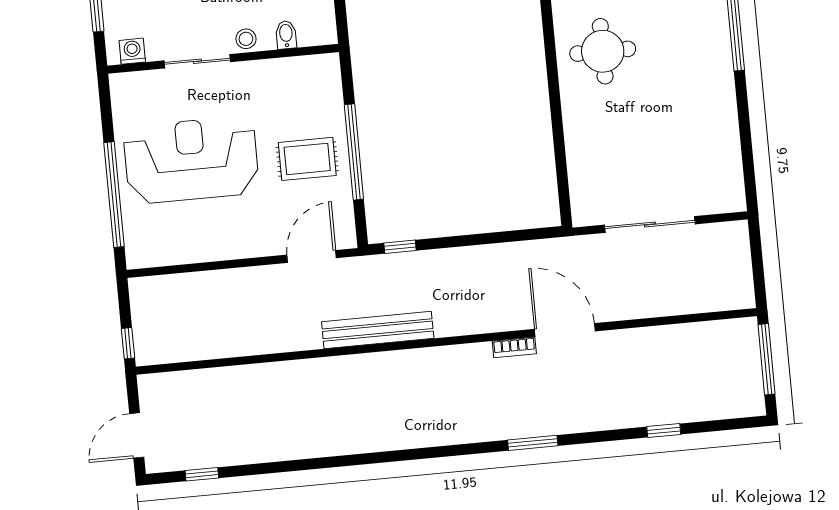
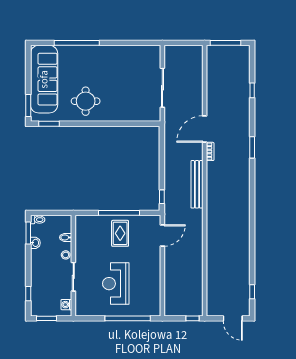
reception desk: (191, 160) -> (116, 284), width x0.74, depth x0.77
door: (312, 256) -> (162, 235), swing flipped
bench: (378, 330) -> (197, 184), moved

